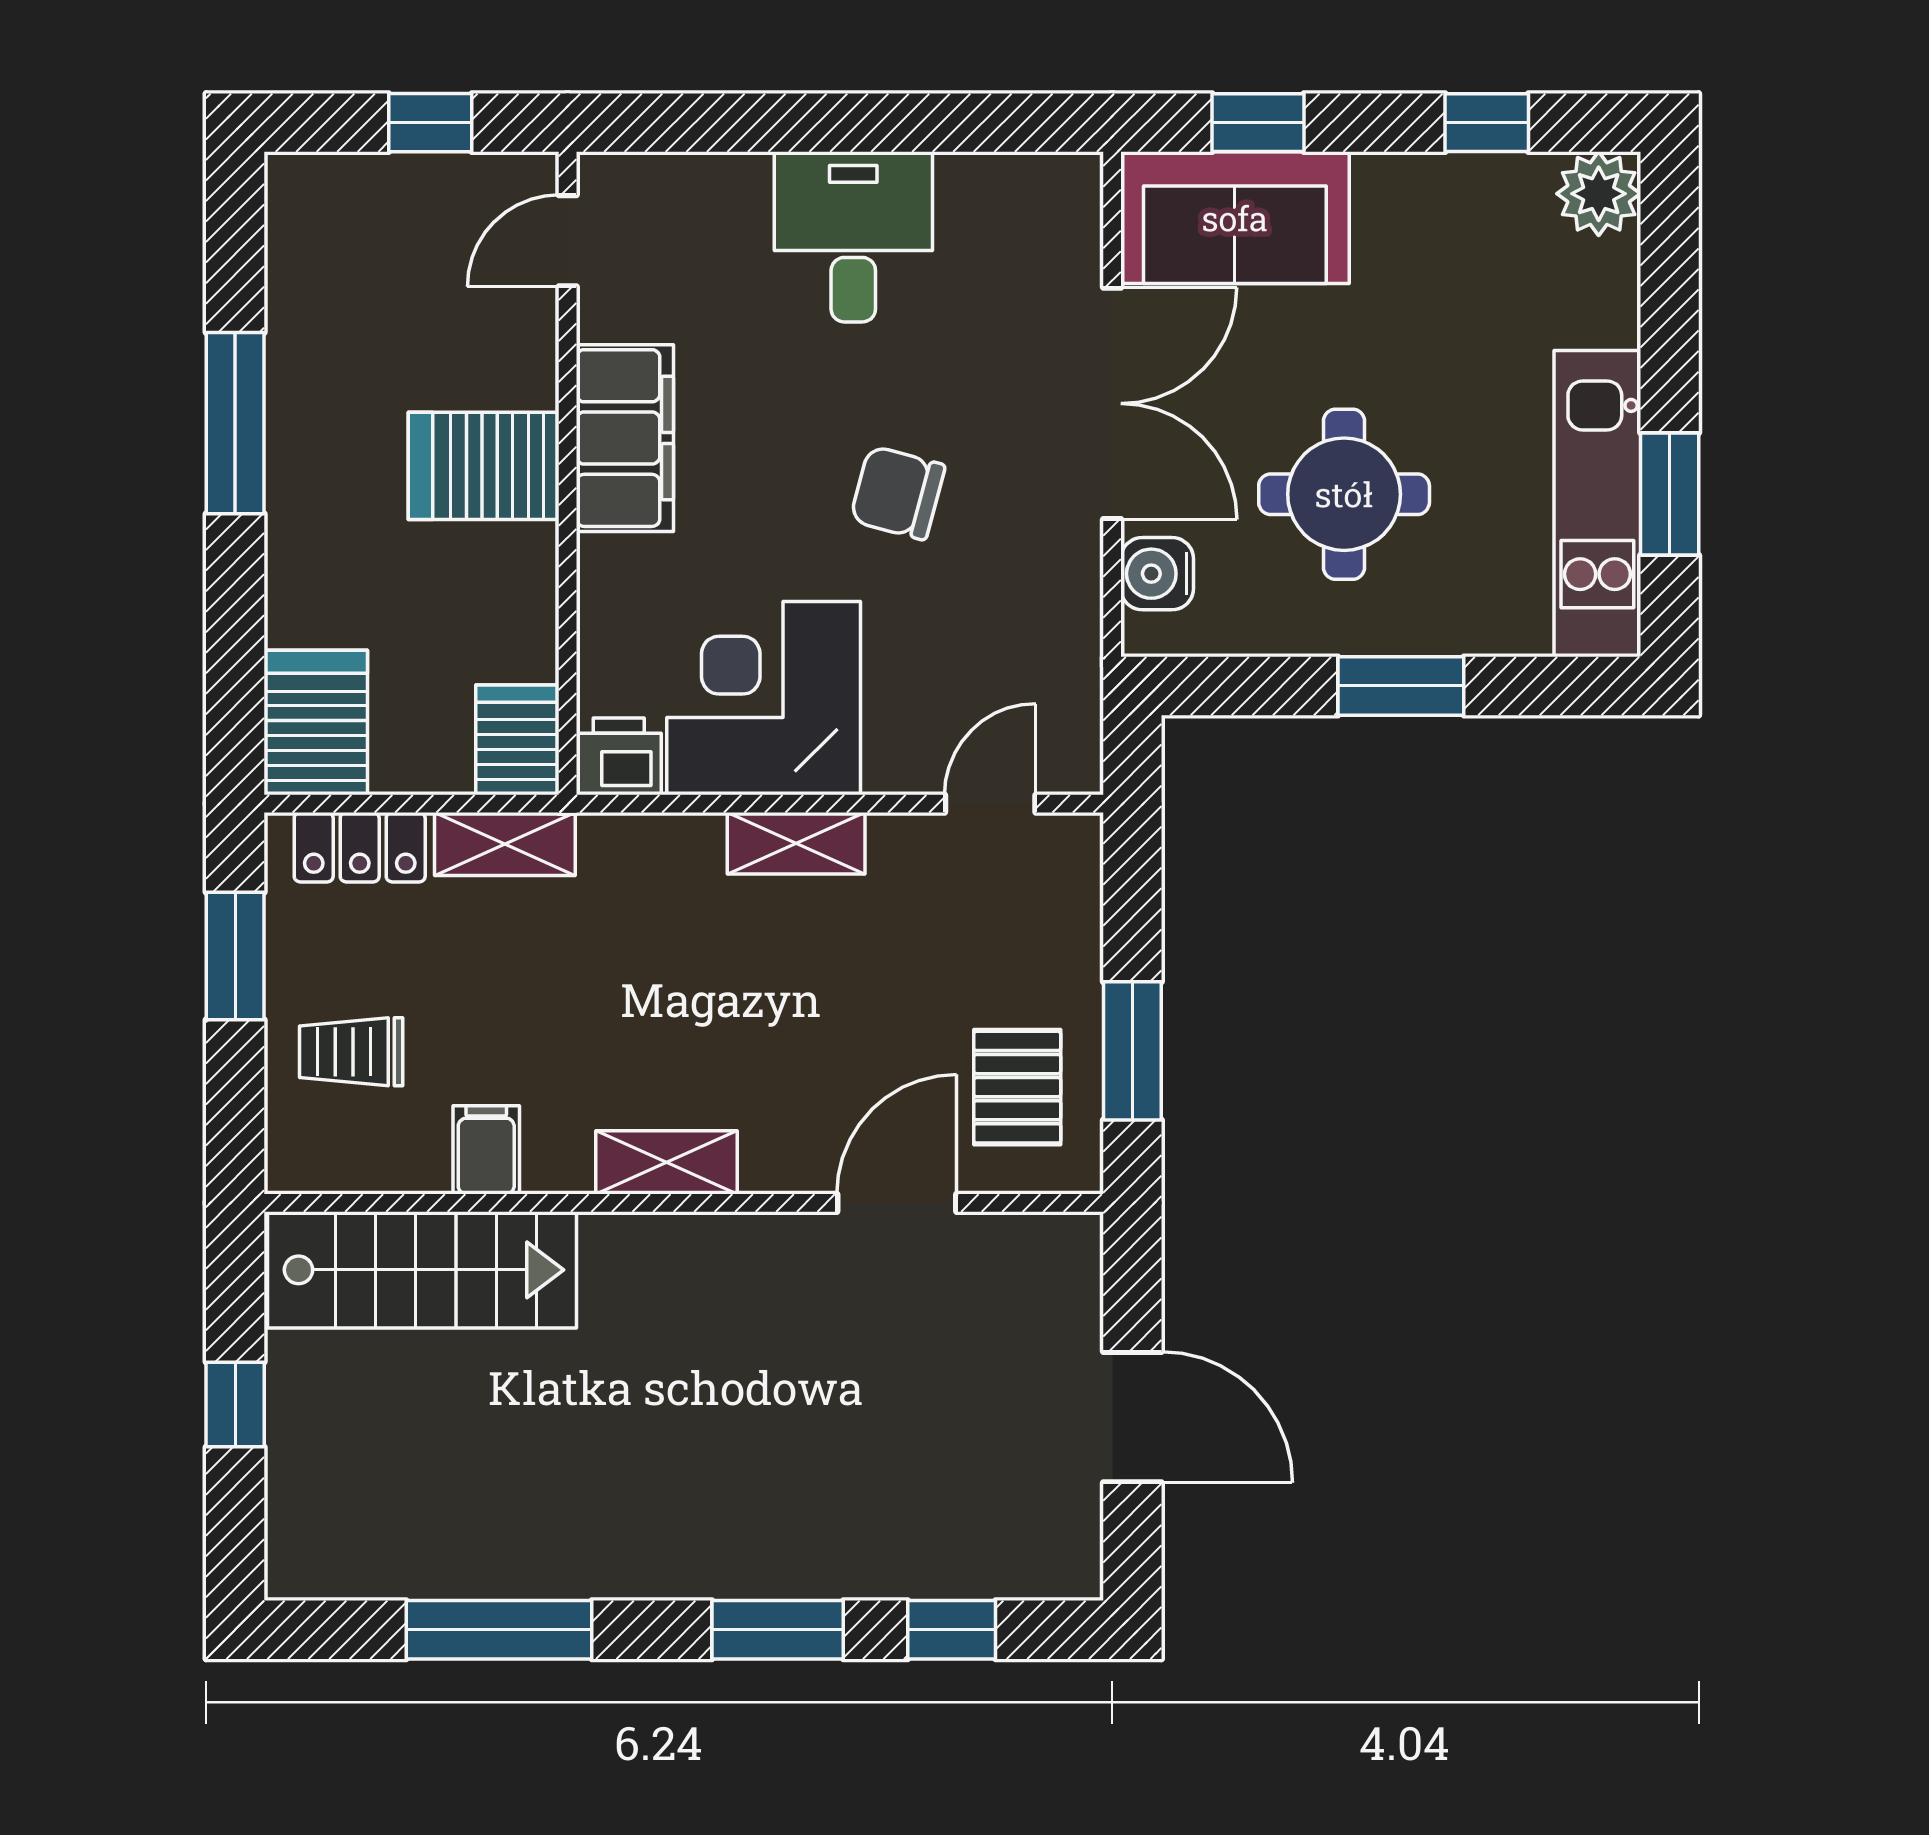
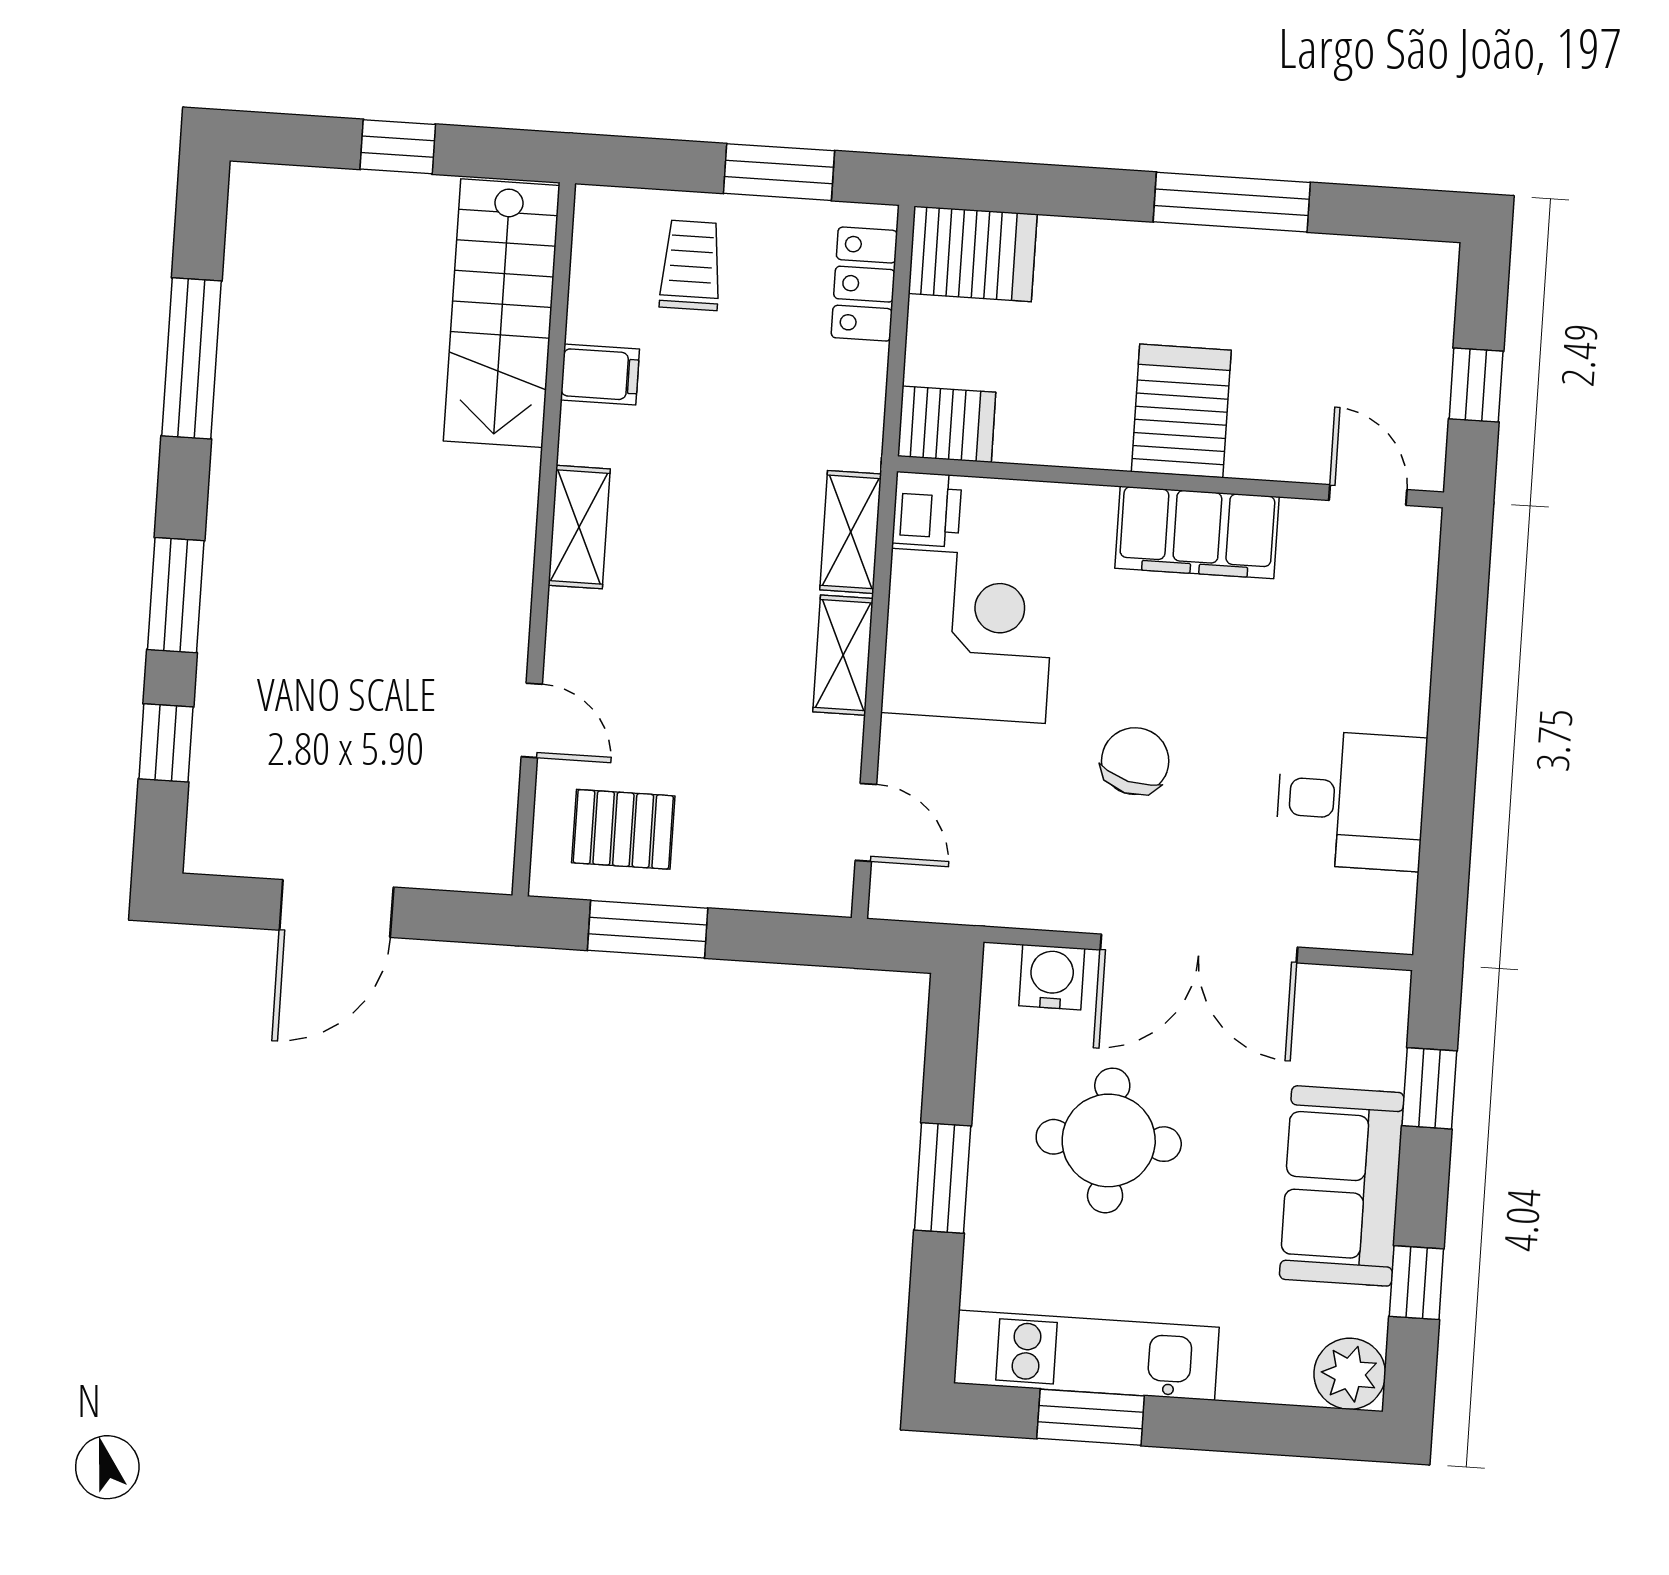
sofa: (1235, 218) -> (1342, 1186), moved
desk: (853, 237) -> (1351, 800), moved
shelving: (505, 844) -> (851, 532), moved
door: (897, 1203) -> (532, 720), width x0.73

